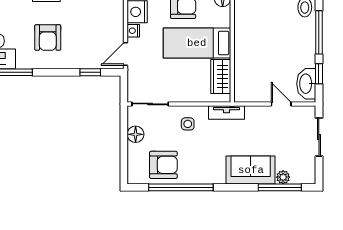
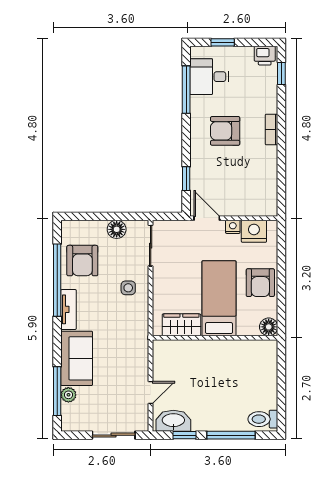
tv unit: (227, 113) -> (69, 309), moved, turned 180

